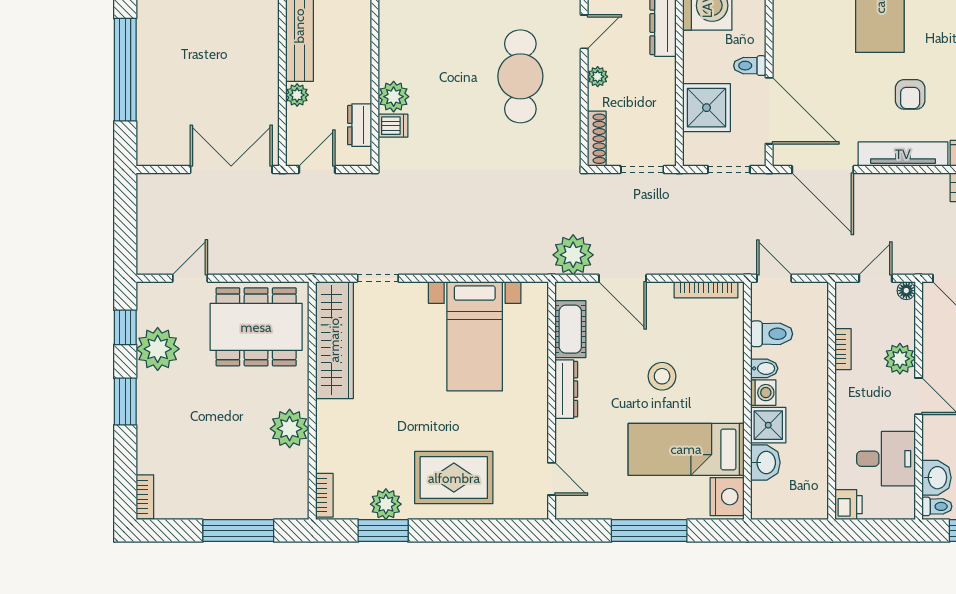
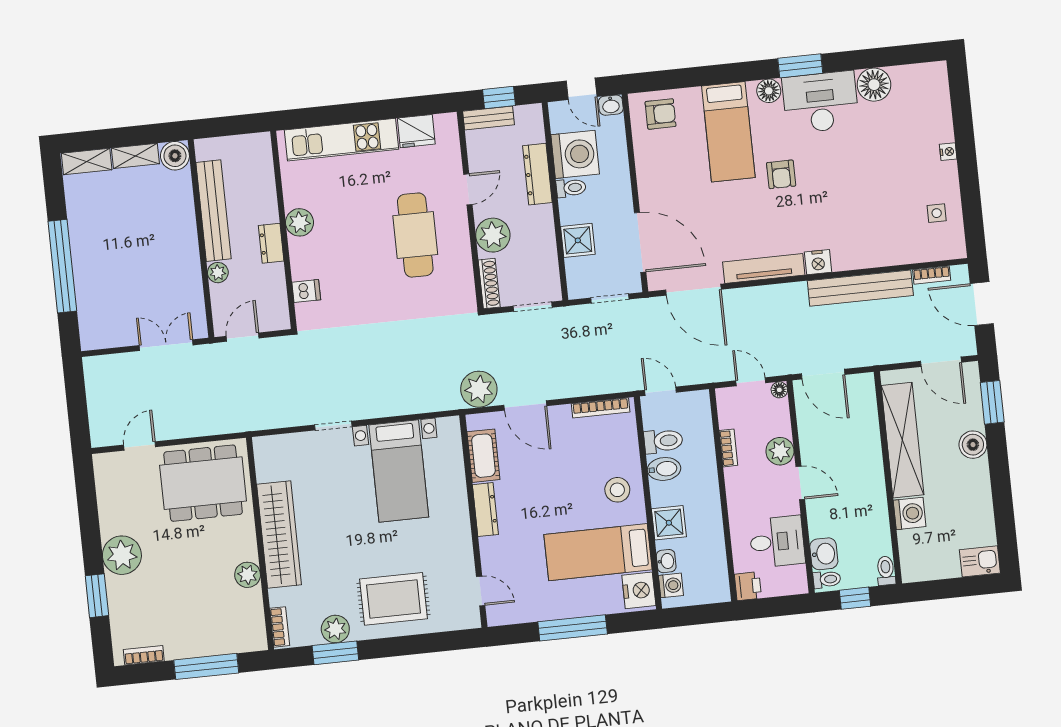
toilet: (750, 66) -> (571, 188), moved, turned 180
plant: (598, 77) -> (493, 235), width x1.88, depth x1.88
armchair: (910, 94) -> (781, 174), moved
plant: (394, 97) -> (300, 222), moved
shower: (707, 108) -> (578, 240), width x0.73, depth x0.73
dresser: (360, 125) -> (271, 243), moved
double door: (231, 169) -> (166, 345), width x0.73
doorway: (378, 278) -> (333, 426), moved
door: (875, 278) -> (751, 382), hinge flipped
window: (125, 327) -> (86, 496), removed
wardrobe: (334, 340) -> (279, 534), moved
plant: (158, 349) -> (122, 555), moved
bidet: (764, 368) -> (664, 469), width x1.38, depth x1.36
stool: (662, 376) -> (617, 490), moved
washing machine: (763, 393) -> (671, 585), moved
window: (125, 402) -> (97, 596), moved
plant: (290, 429) -> (248, 575), width x0.73, depth x0.73
washbasin: (765, 463) -> (666, 561), width x0.72, depth x0.69
bookcase: (145, 497) -> (144, 655), moved, turned -90

